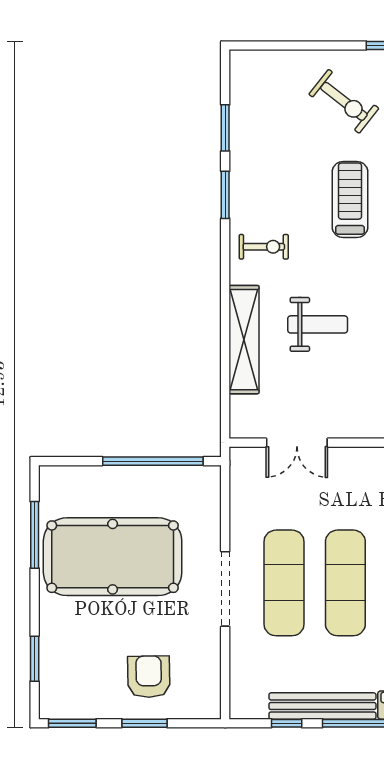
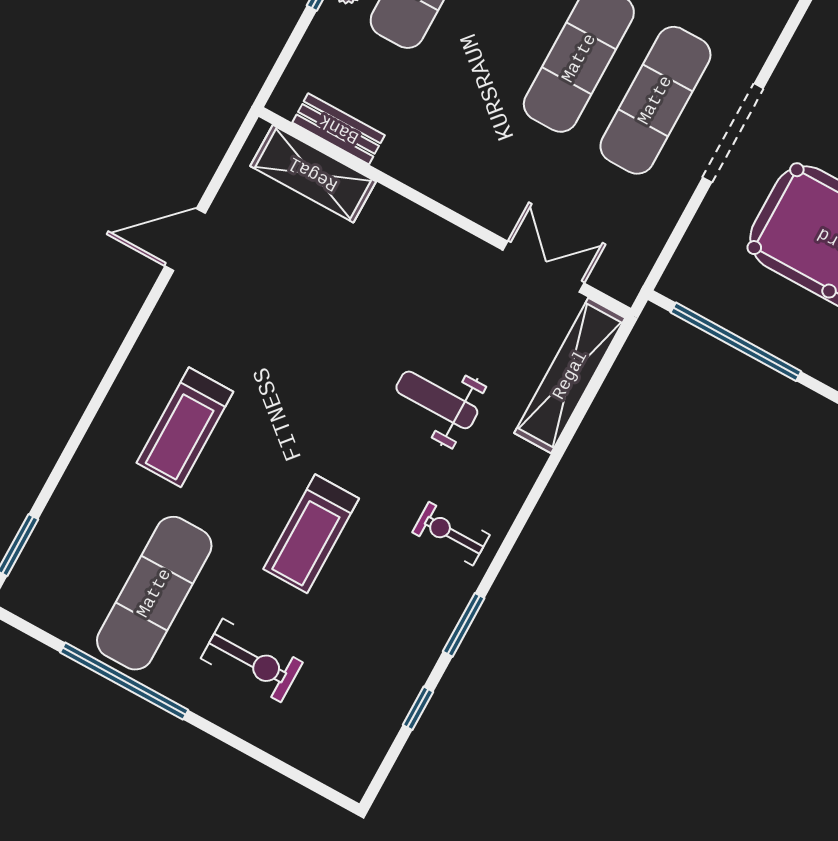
exercise bike: (344, 101) -> (252, 660), turned 142
window: (225, 128) -> (418, 708), width x0.67
shelving: (244, 340) -> (570, 375), moved

